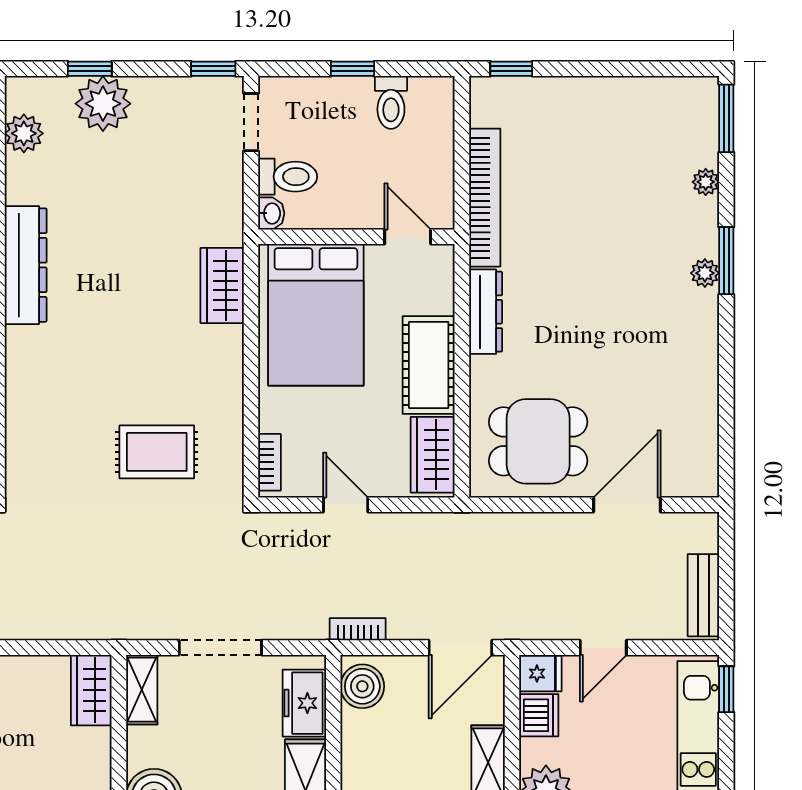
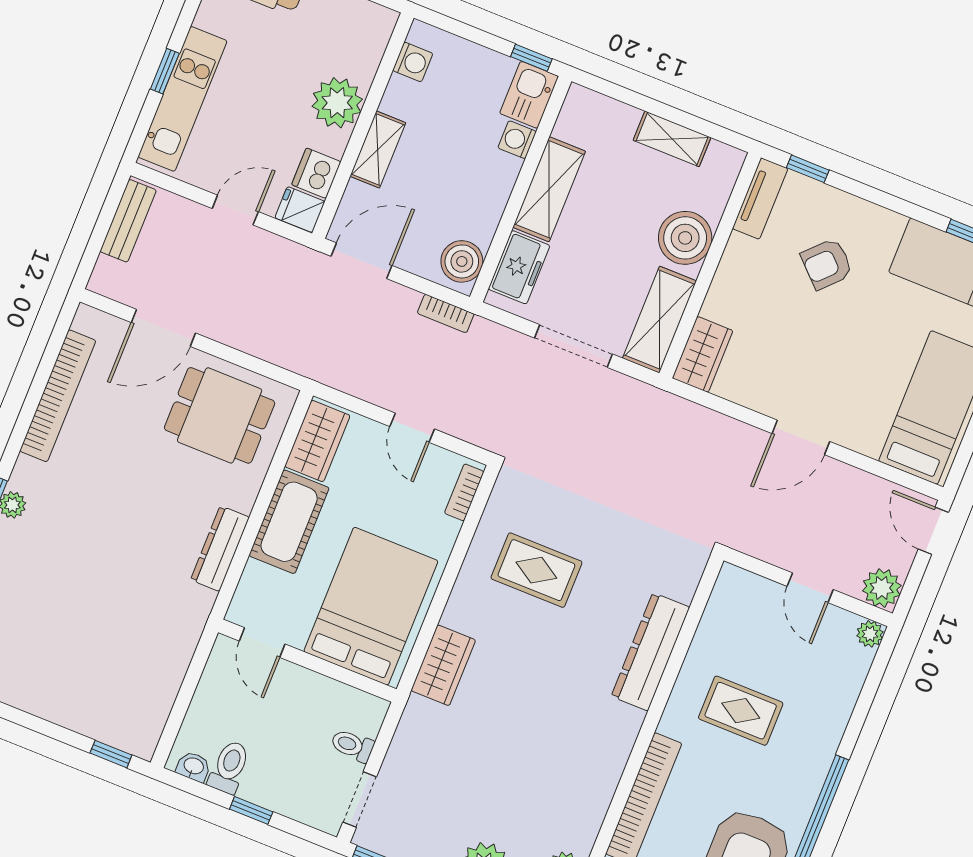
toilet: (288, 177) -> (352, 745), width x0.73, depth x0.72
bookcase: (485, 198) -> (58, 396), moved, turned 180
washbasin: (271, 213) -> (193, 767), moved, turned 90
dresser: (26, 265) -> (650, 652), moved
rug: (157, 452) -> (536, 570), moved
window: (726, 689) -> (165, 71), moved
shelving: (142, 690) -> (659, 320), width x1.50, depth x1.33

